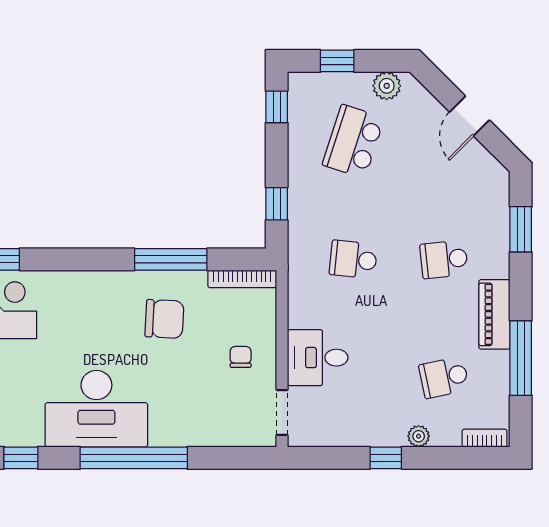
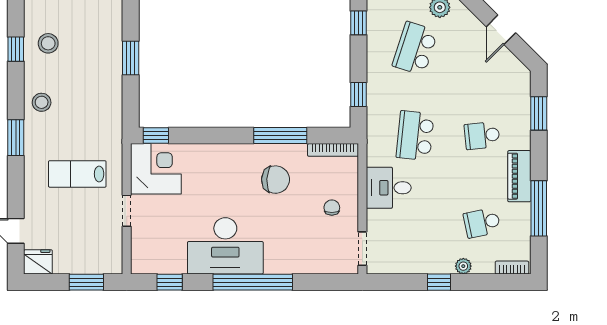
school desk: (353, 259) -> (415, 136), width x1.85
desk: (318, 358) -> (389, 188), moved

